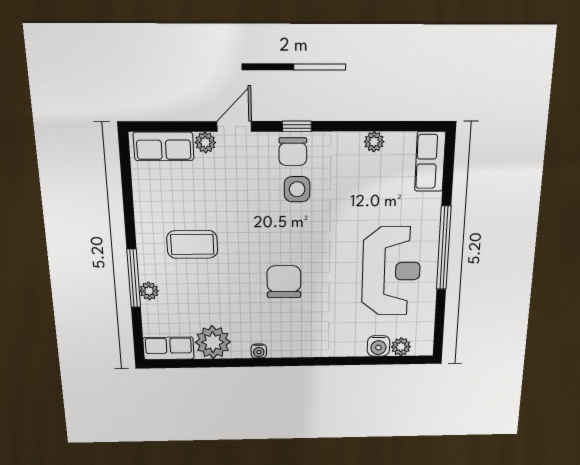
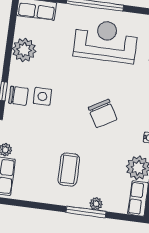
plant: (374, 142) -> (24, 50), width x1.87, depth x1.87
chair: (284, 282) -> (103, 113), turned -120

